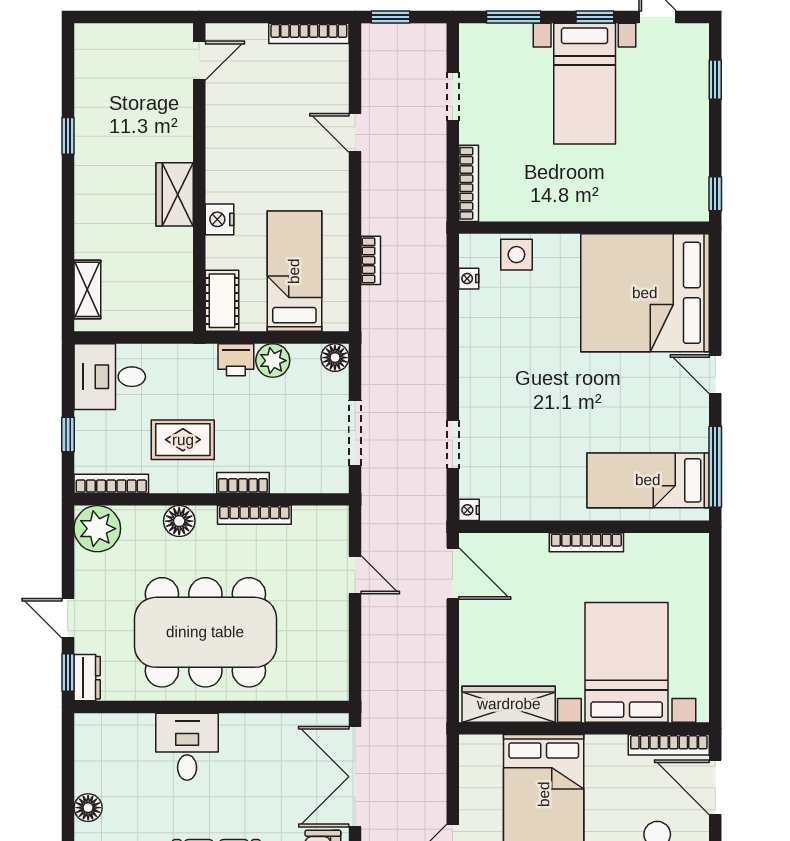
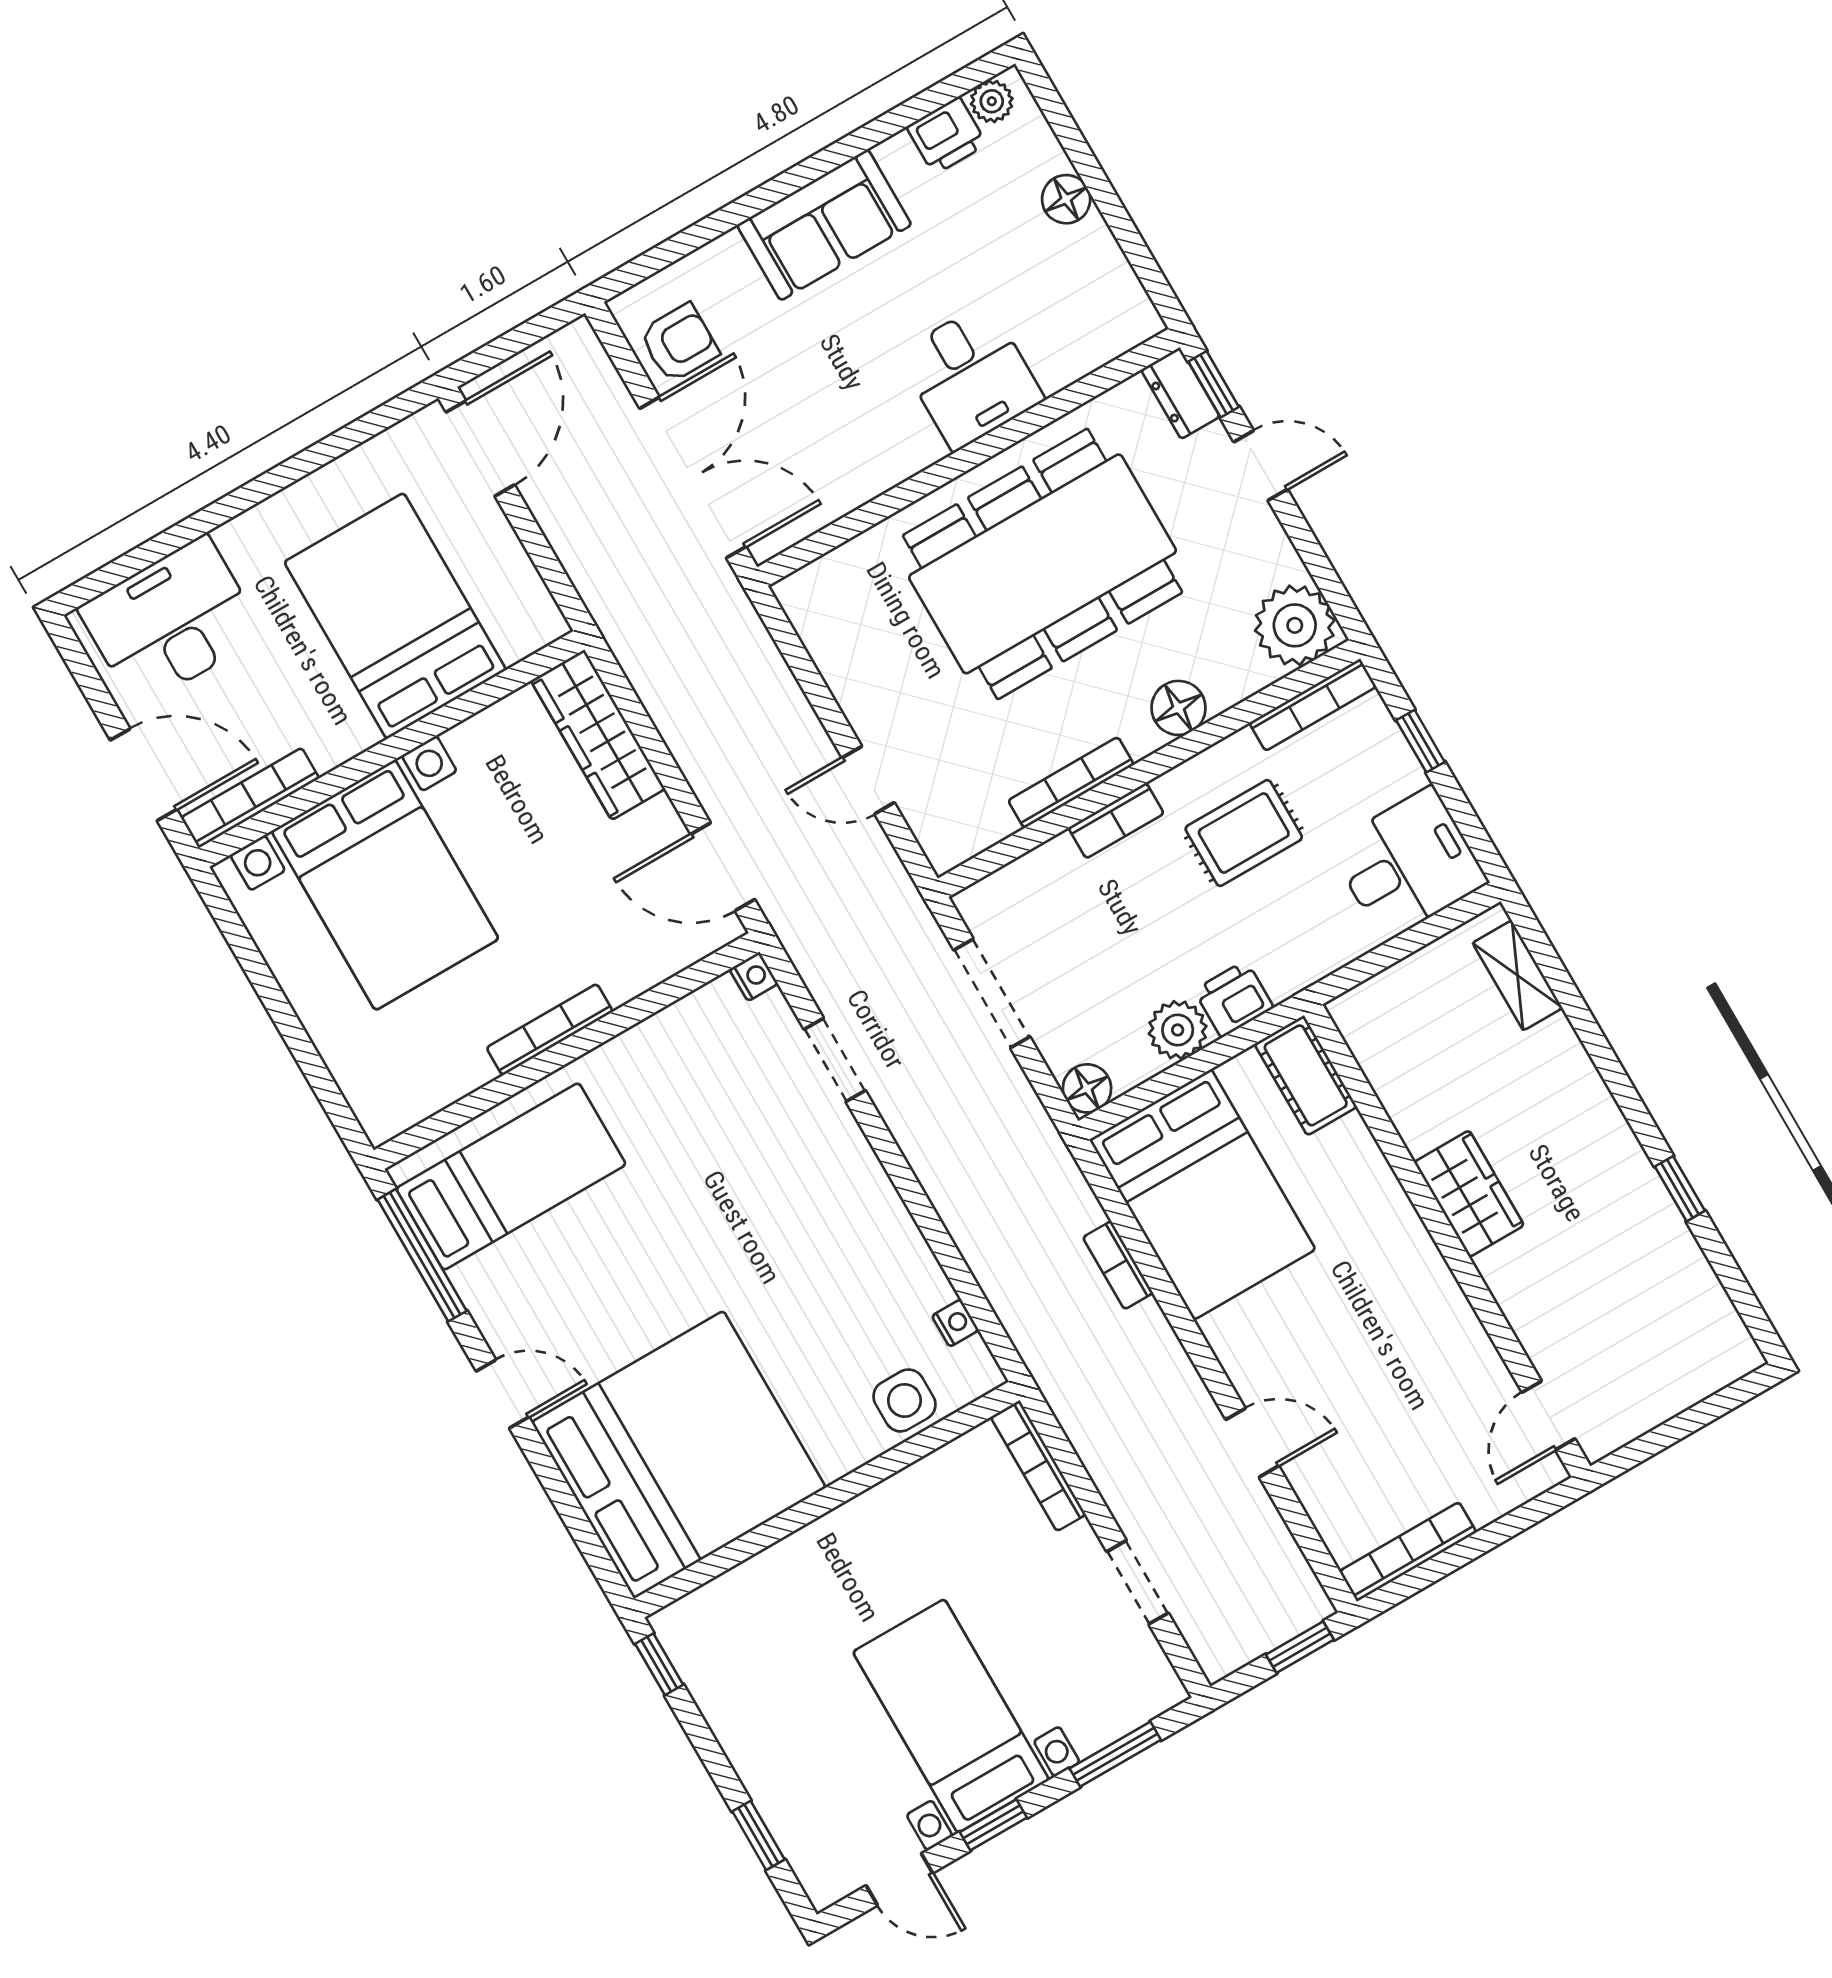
nightstand: (220, 219) -> (1380, 1195), removed
bed: (294, 271) -> (1203, 1194), width x1.50
wardrobe: (509, 704) -> (598, 735), moved, turned 90

